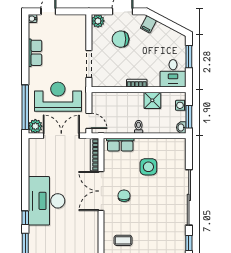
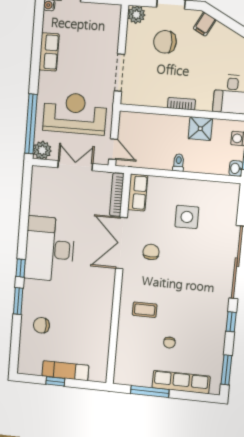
double door: (61, 136) -> (75, 166), width x0.73
row of seats: (120, 145) -> (138, 192), moved, turned -90

